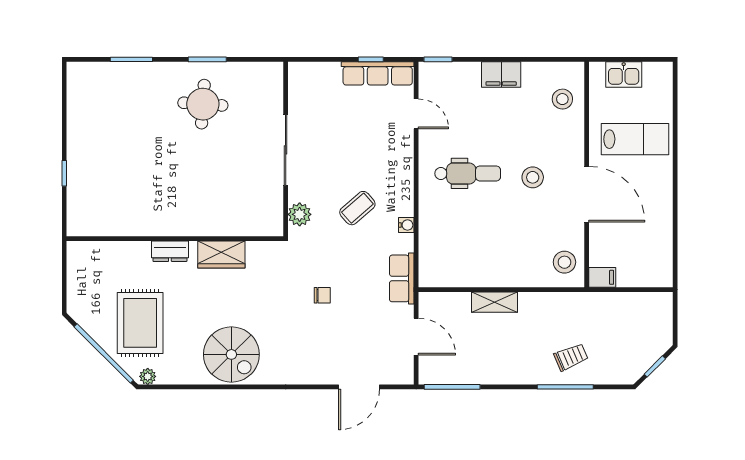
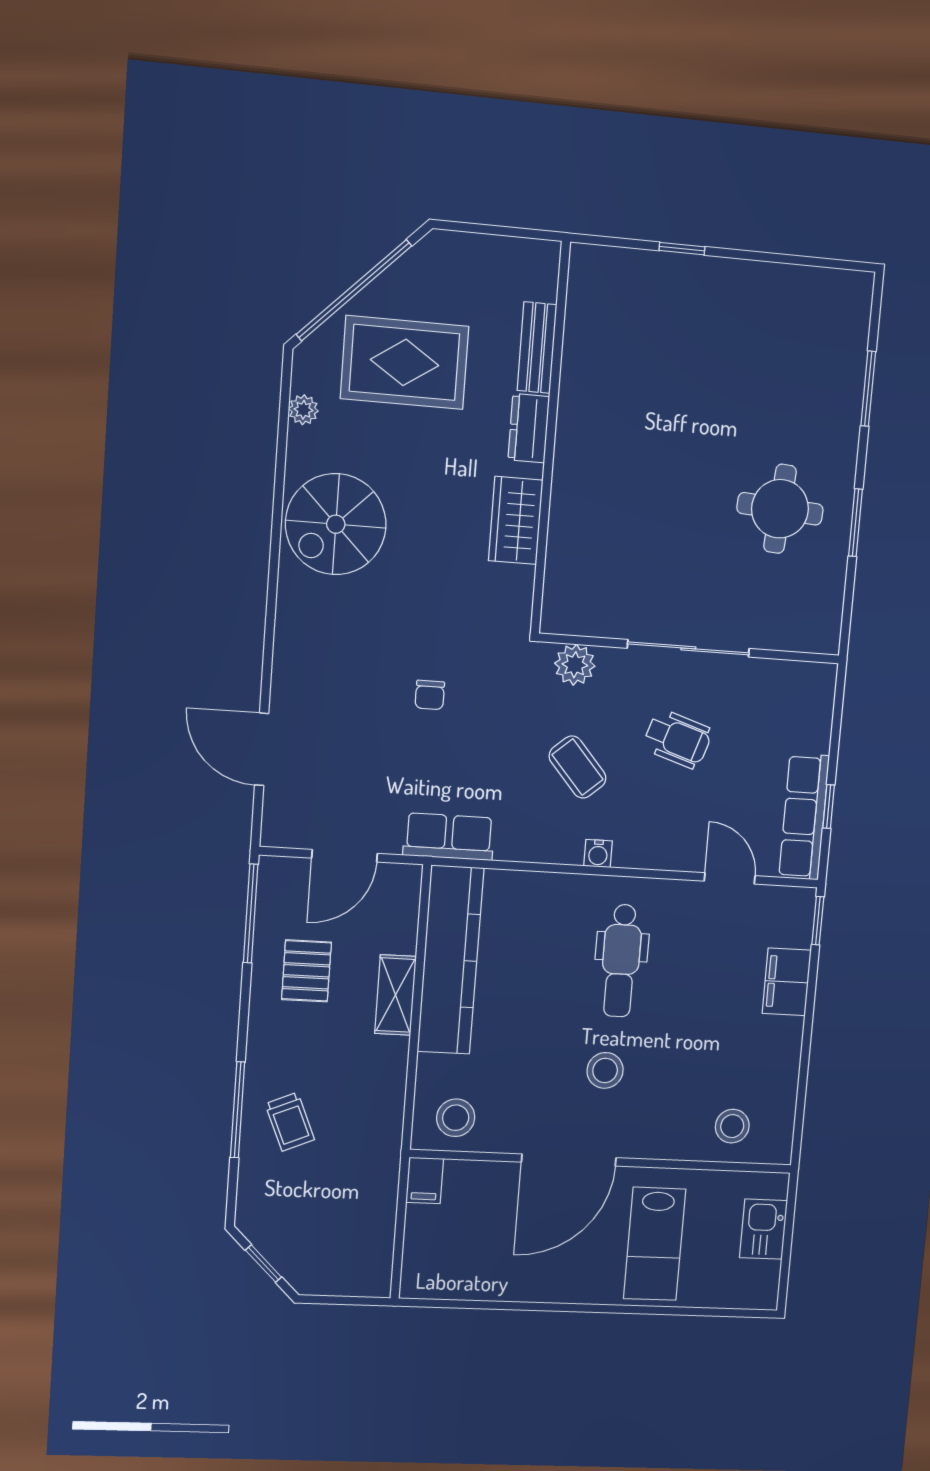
filing cabinet: (501, 74) -> (787, 982), moved
door: (416, 114) -> (730, 878), swing flipped
wheelchair: (338, 152) -> (678, 739), added
water cooler: (406, 225) -> (598, 853), moved
bench: (126, 250) -> (537, 348), added
kitchen counter: (473, 272) -> (450, 960), added
pallet: (483, 353) -> (306, 971), added
plant: (148, 376) -> (303, 410), moved

